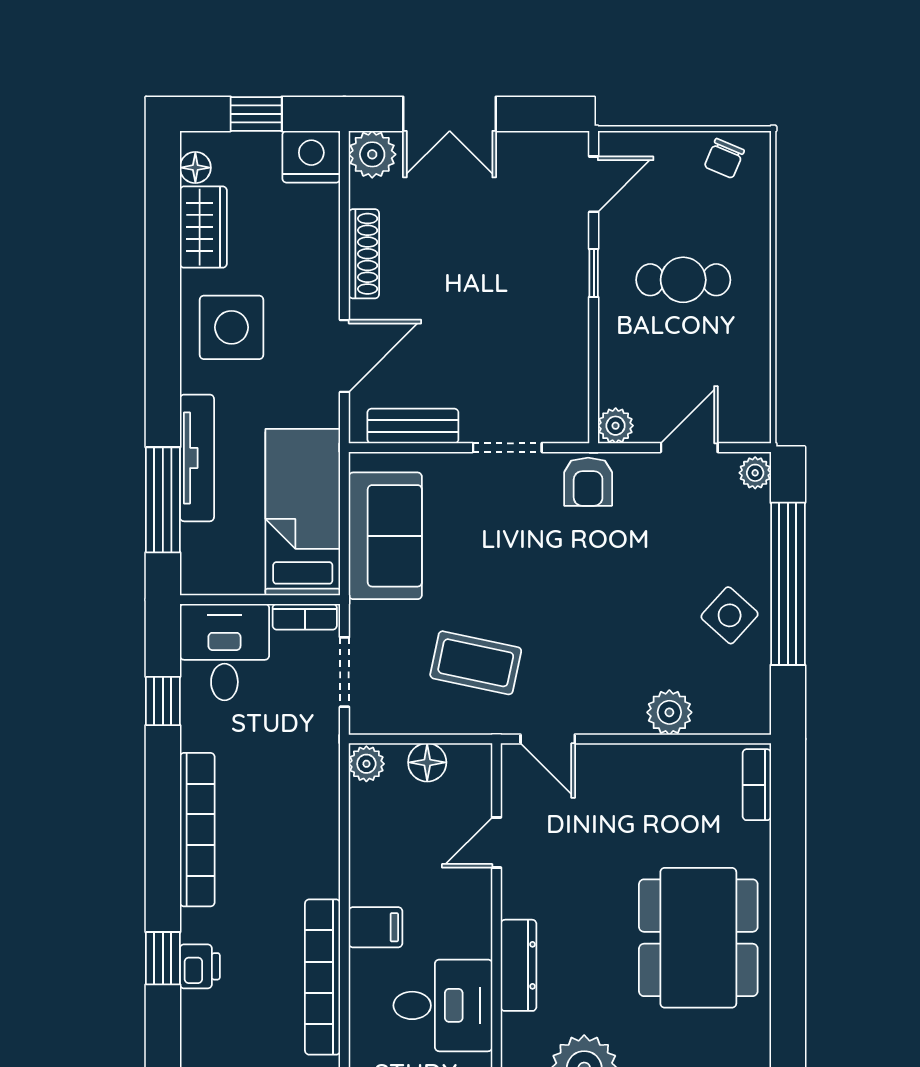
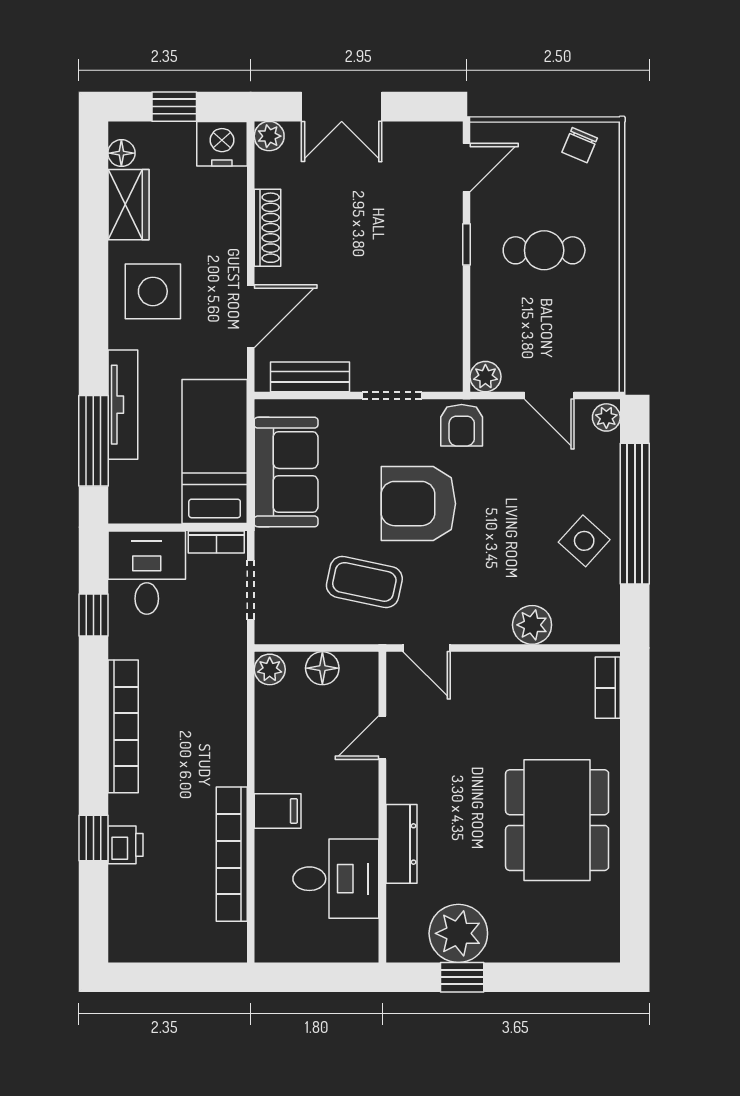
plant: (372, 154) -> (269, 136), width x0.73, depth x0.73
door: (689, 448) -> (549, 396), swing flipped
armchair: (538, 572) -> (418, 504), added

